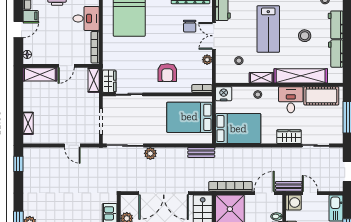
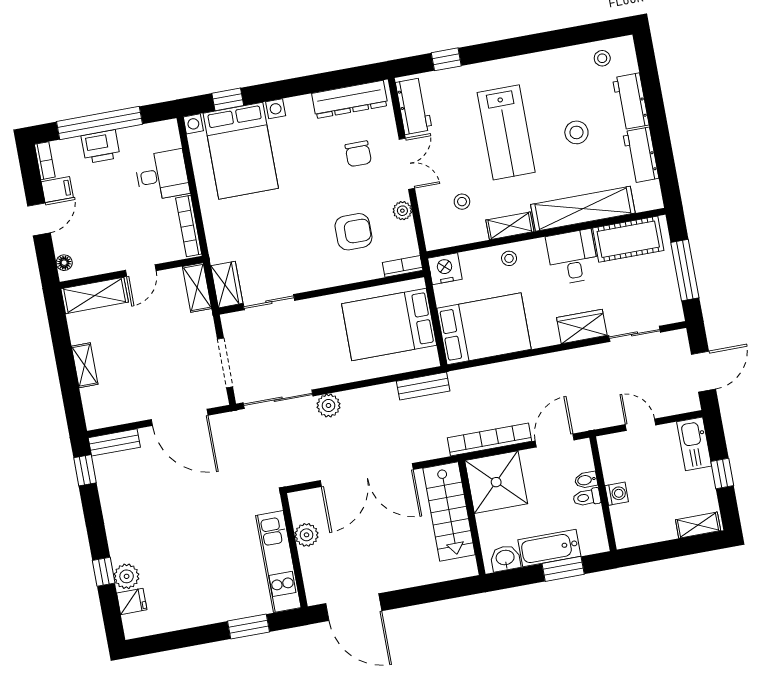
double door: (214, 36) -> (407, 164), swing flipped
armchair: (167, 73) -> (353, 232), moved, turned -90
shelving: (28, 123) -> (85, 365), moved
door: (72, 145) -> (180, 417), width x1.88
bench: (289, 186) -> (114, 442), moved
washing machine: (293, 202) -> (613, 448), removed

